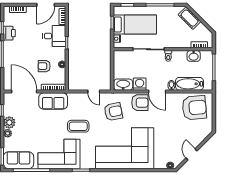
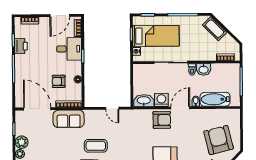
washbasin: (194, 56) -> (204, 69), moved
door: (157, 92) -> (180, 108), swing flipped
armchair: (194, 108) -> (219, 140), moved, turned -99
armchair: (113, 112) -> (133, 130), removed

